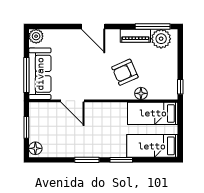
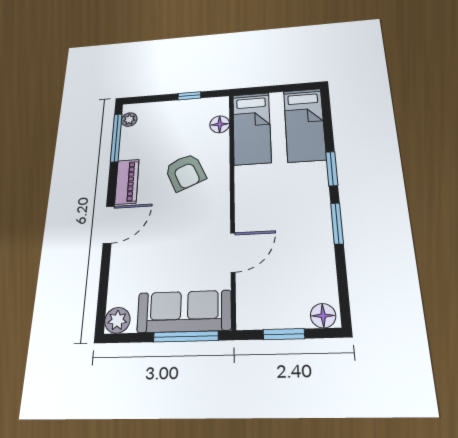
piano: (135, 36) -> (127, 182), moved
plant: (161, 39) -> (129, 120), width x0.53, depth x0.53
window: (180, 87) -> (189, 96), moved
floor lamp: (141, 93) -> (220, 124), moved

